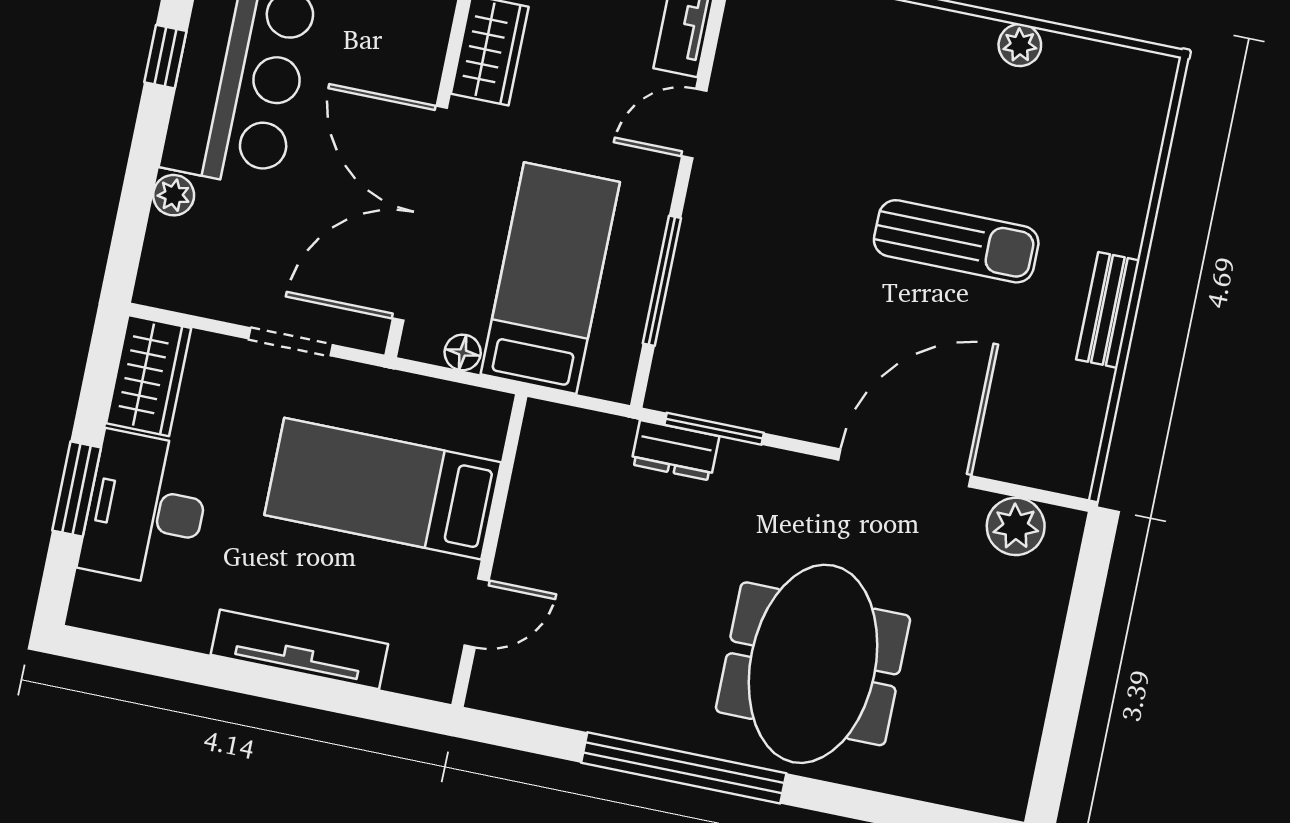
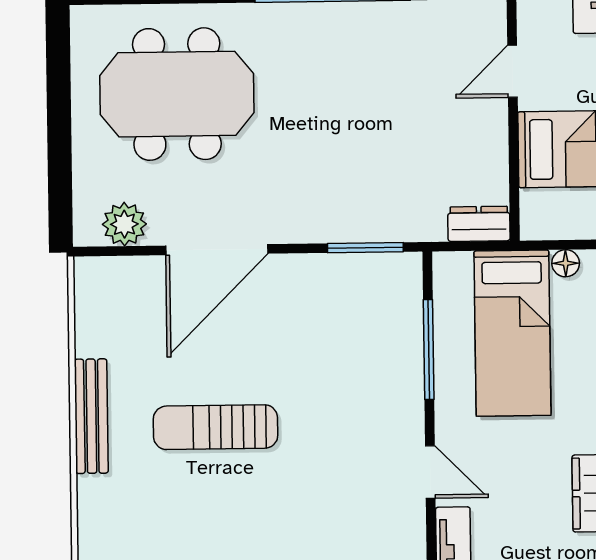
door: (694, 124) -> (430, 472), hinge flipped
bench: (1108, 310) -> (91, 416), width x1.36
dresser: (675, 450) -> (479, 224), moved
meeting table: (813, 664) -> (177, 94), moved, turned 90

